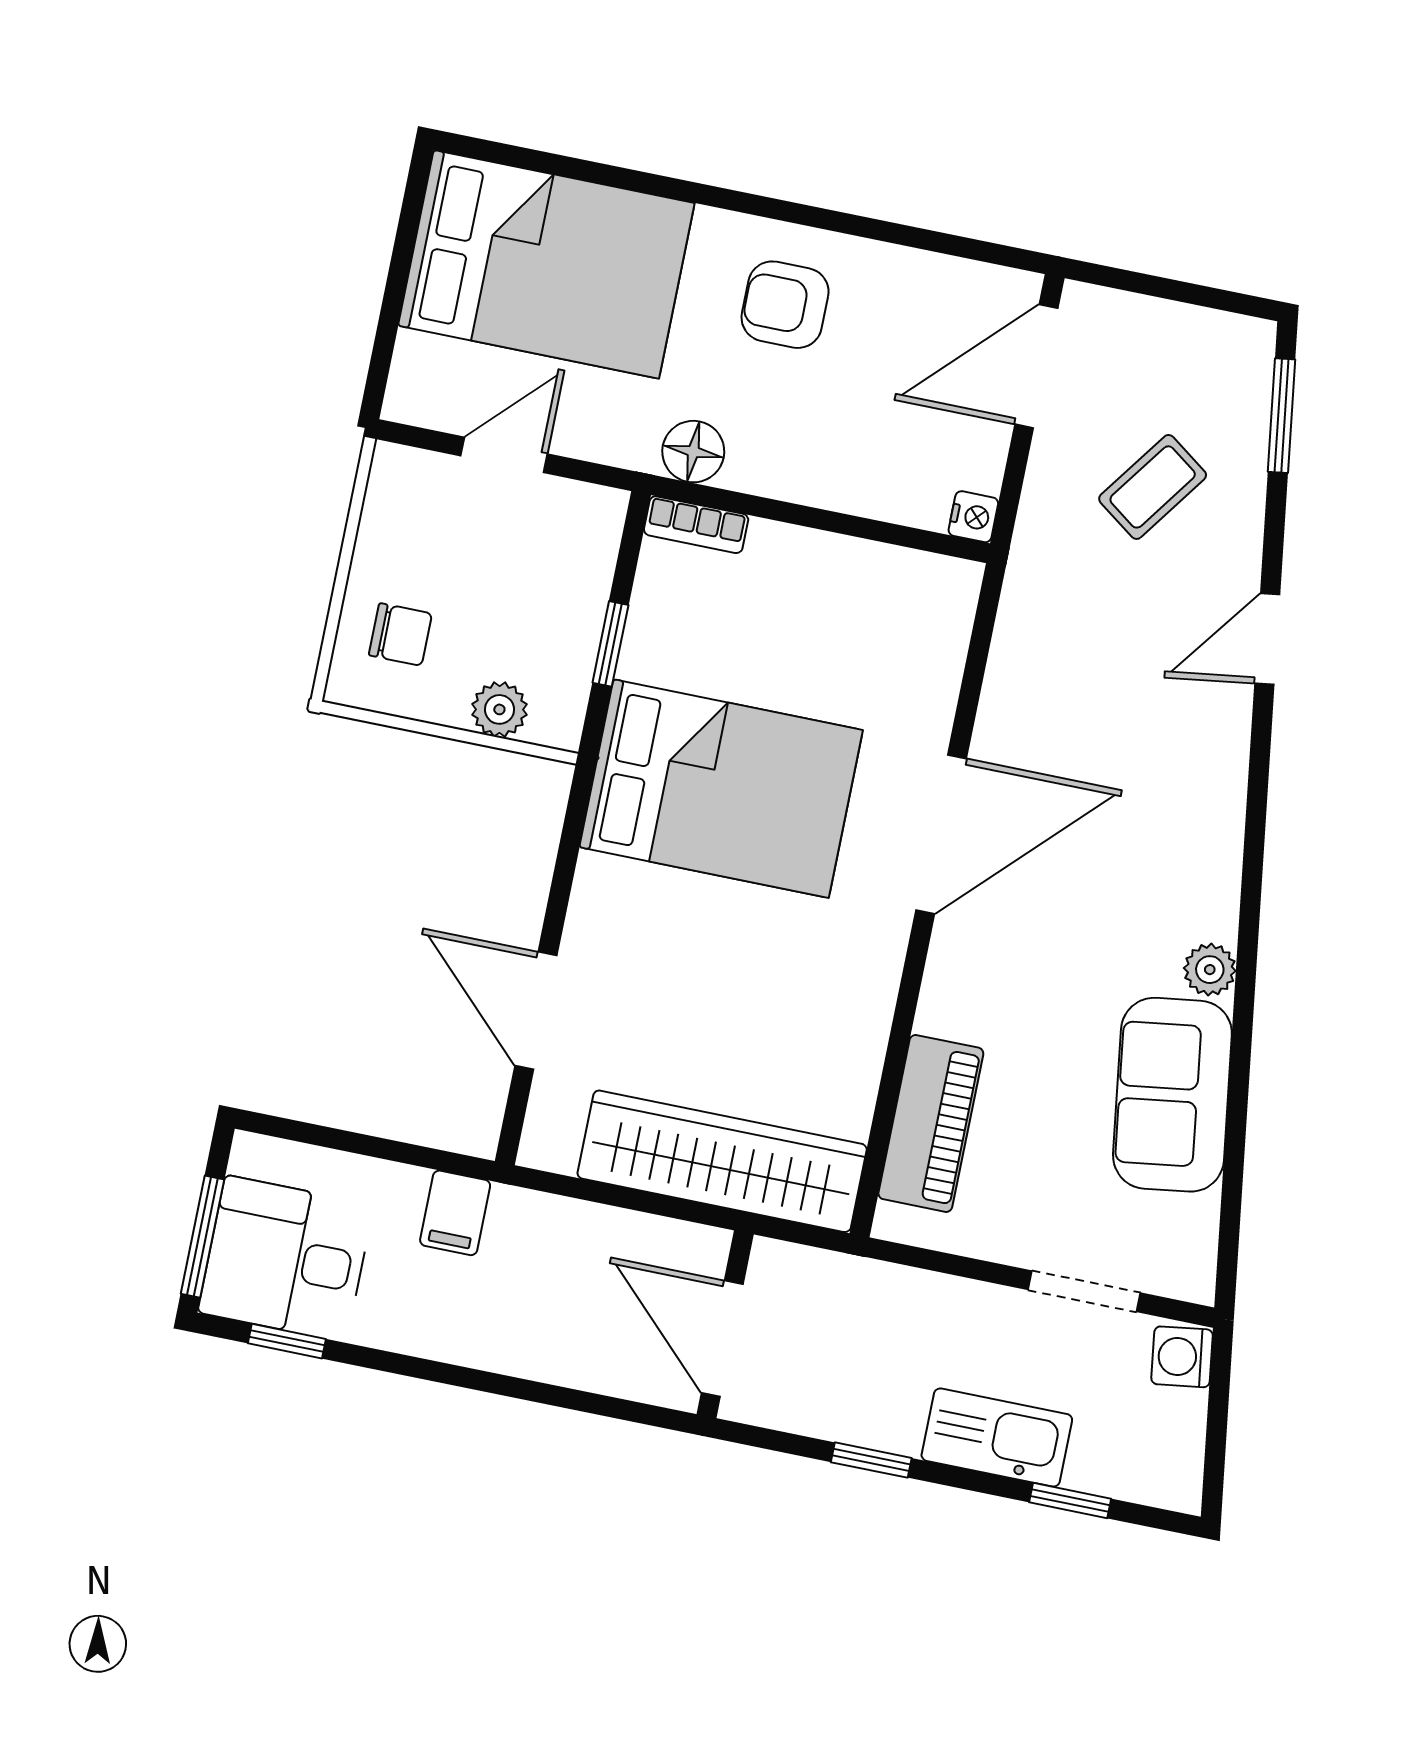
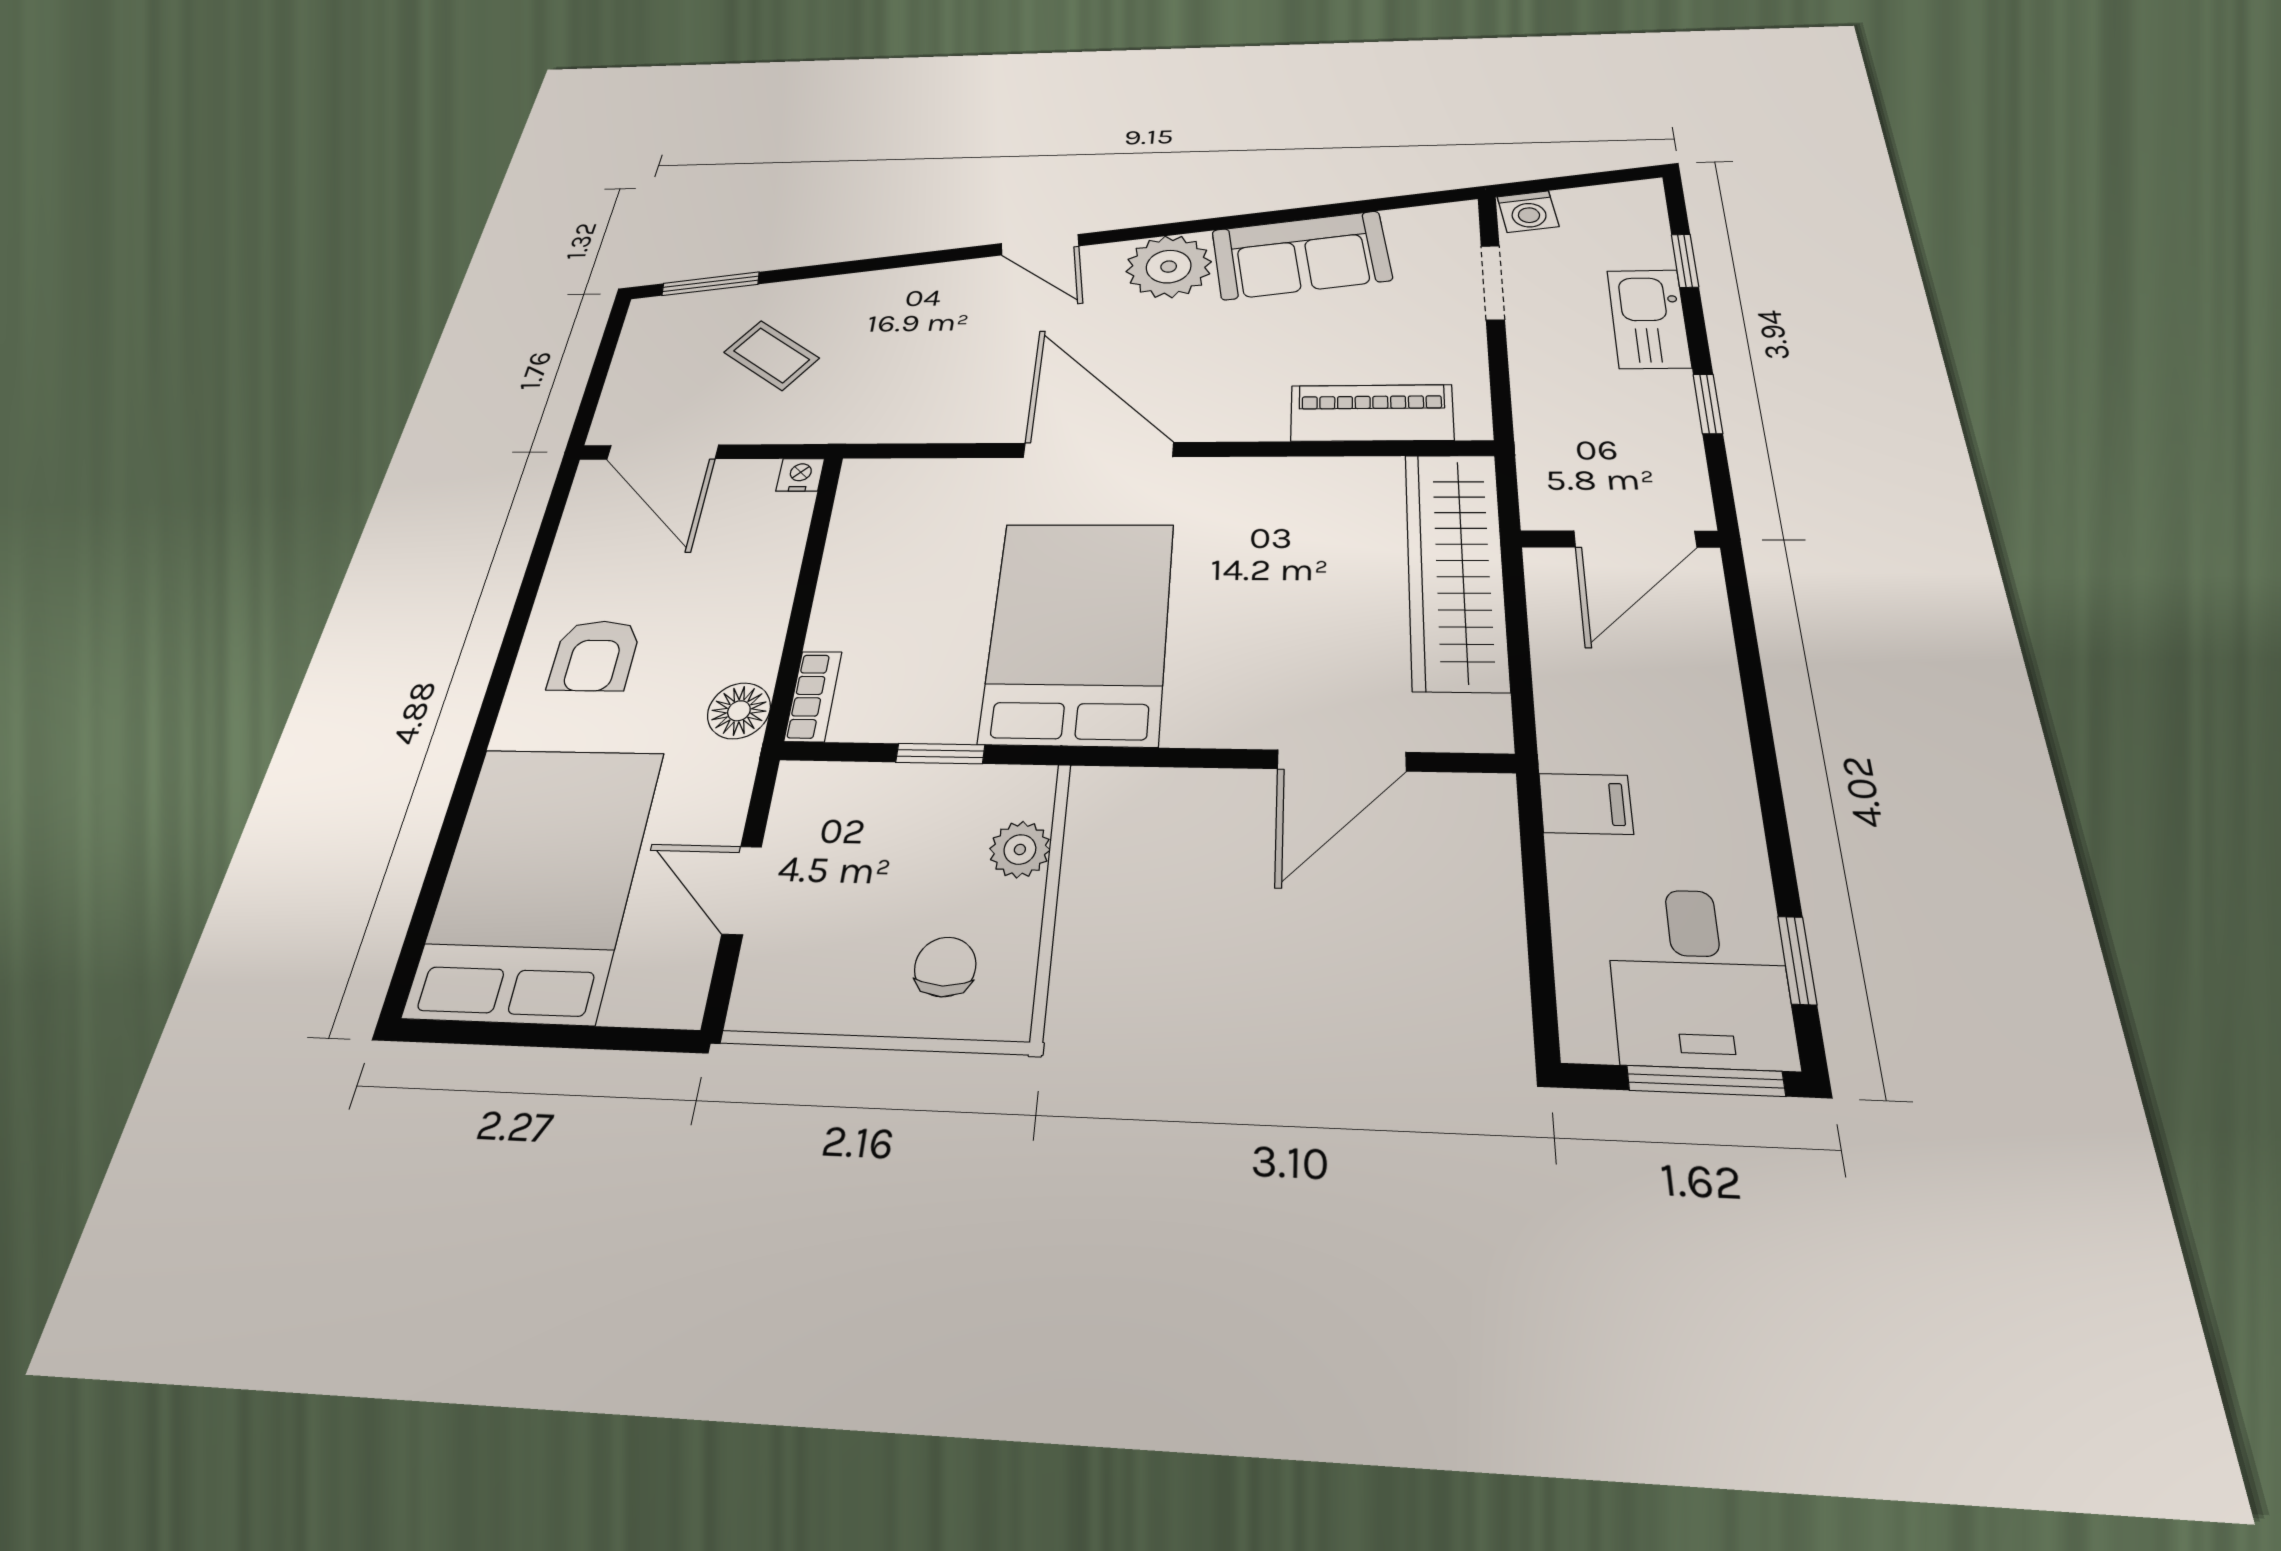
door: (1267, 639) -> (1040, 245), moved
plant: (1210, 970) -> (1169, 267), width x1.88, depth x1.88

